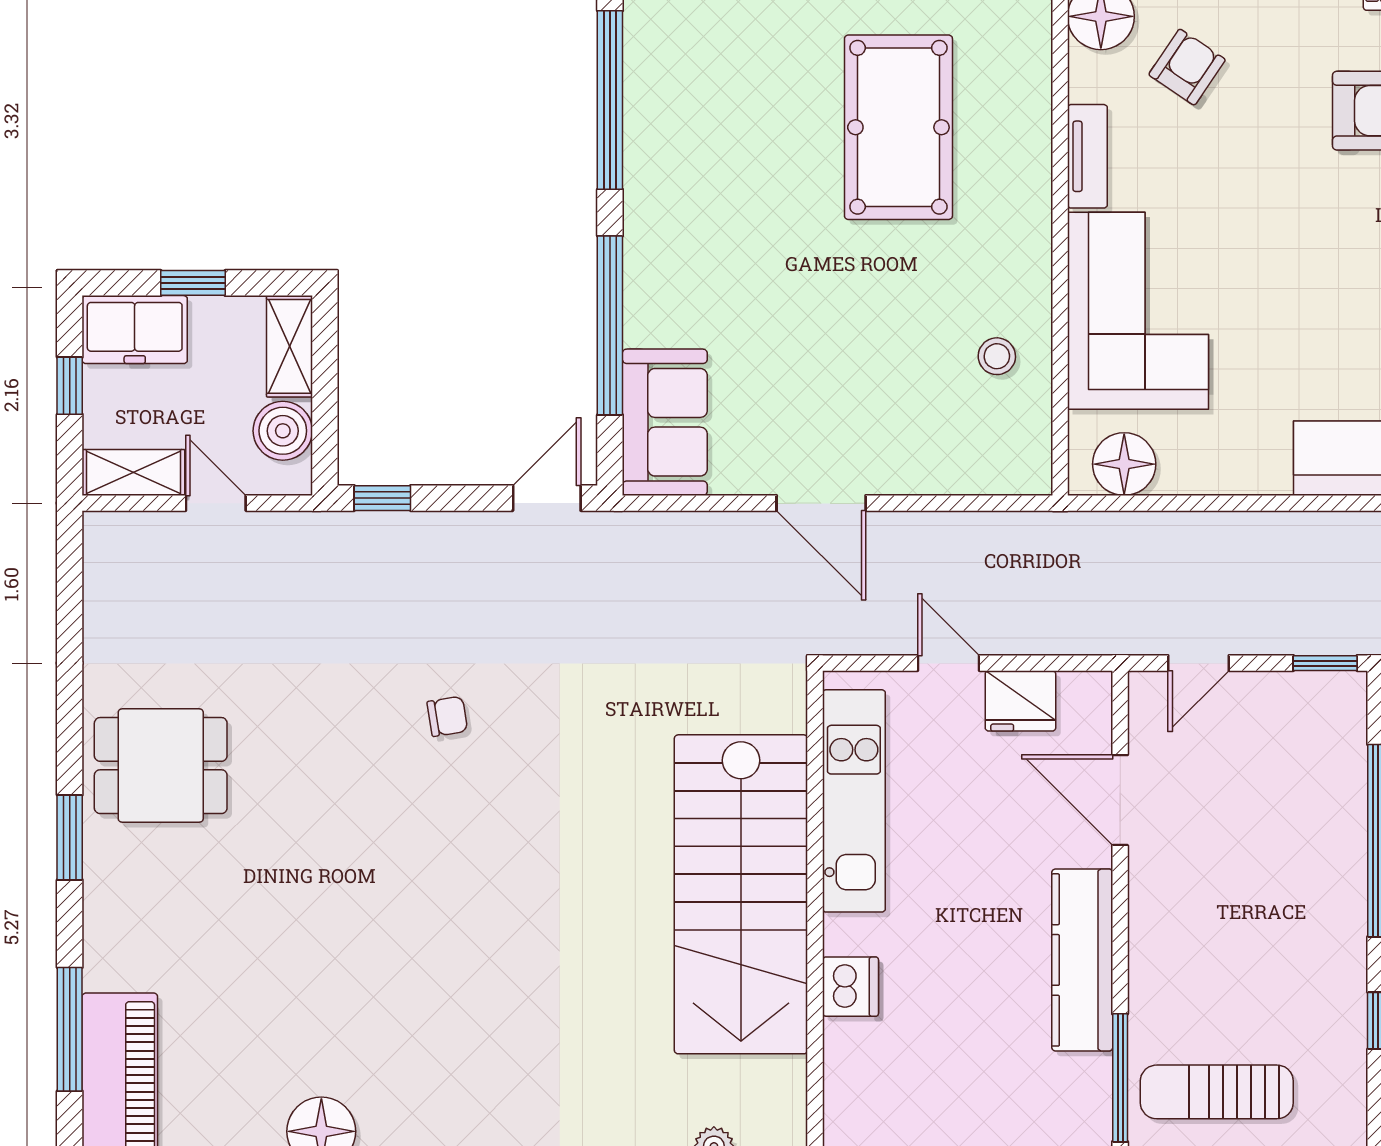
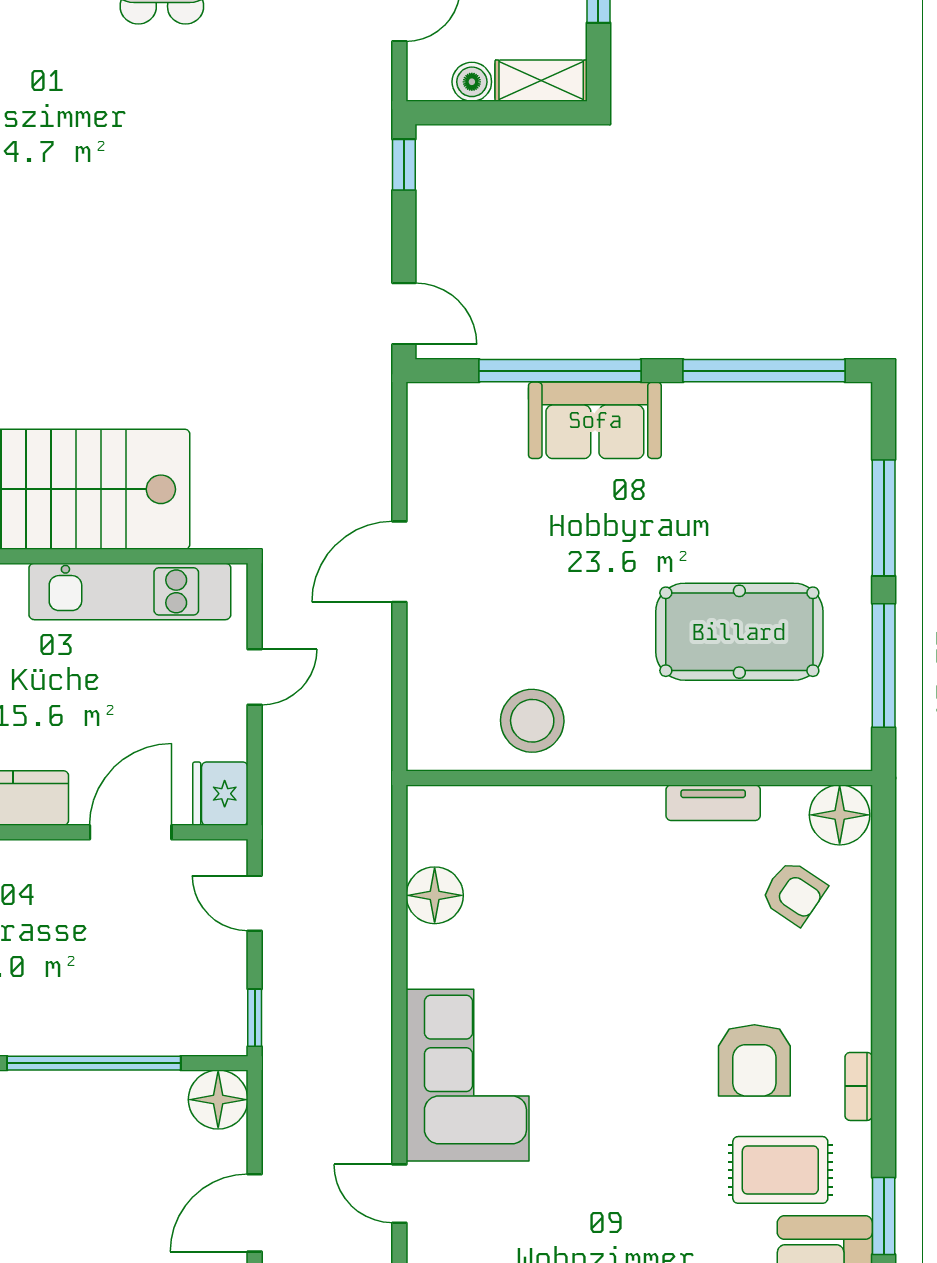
corner sofa: (1138, 311) -> (573, 848), removed
stool: (997, 356) -> (532, 721), width x1.89, depth x1.89
sofa: (665, 422) -> (595, 420), moved
boiler: (283, 431) -> (472, 82), width x0.73, depth x0.73
floor lamp: (1124, 464) -> (435, 895), moved
fridge: (1020, 701) -> (220, 794), moved
chair: (447, 716) -> (206, 224), removed

